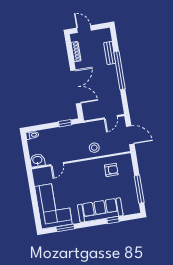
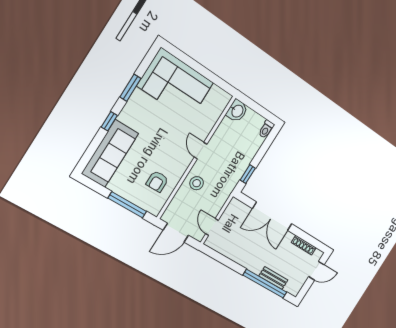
window: (120, 70) -> (265, 284), moved
door: (57, 164) -> (201, 151), moved
window: (139, 189) -> (127, 205), moved
sofa: (100, 210) -> (110, 153), moved
window: (113, 220) -> (109, 121), moved
window: (65, 228) -> (130, 88), moved

